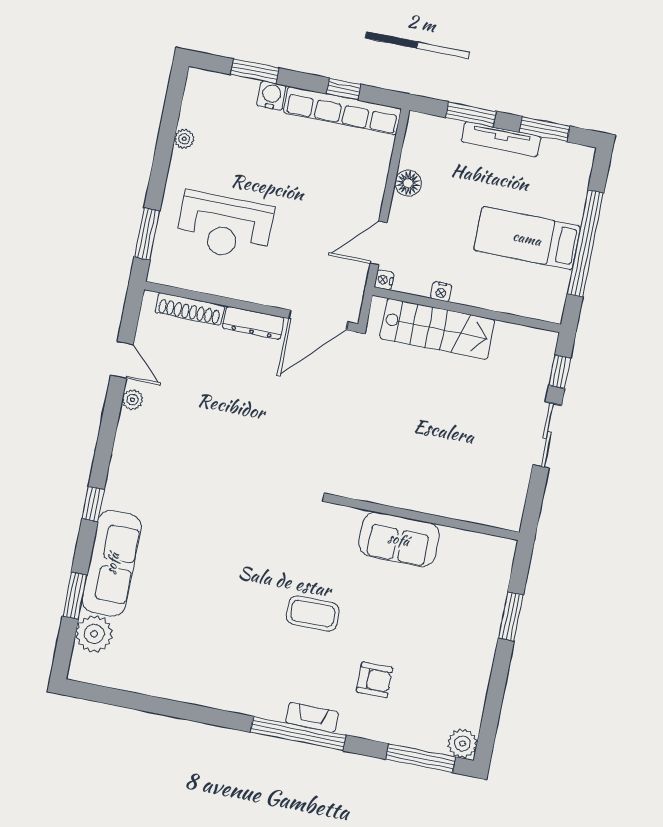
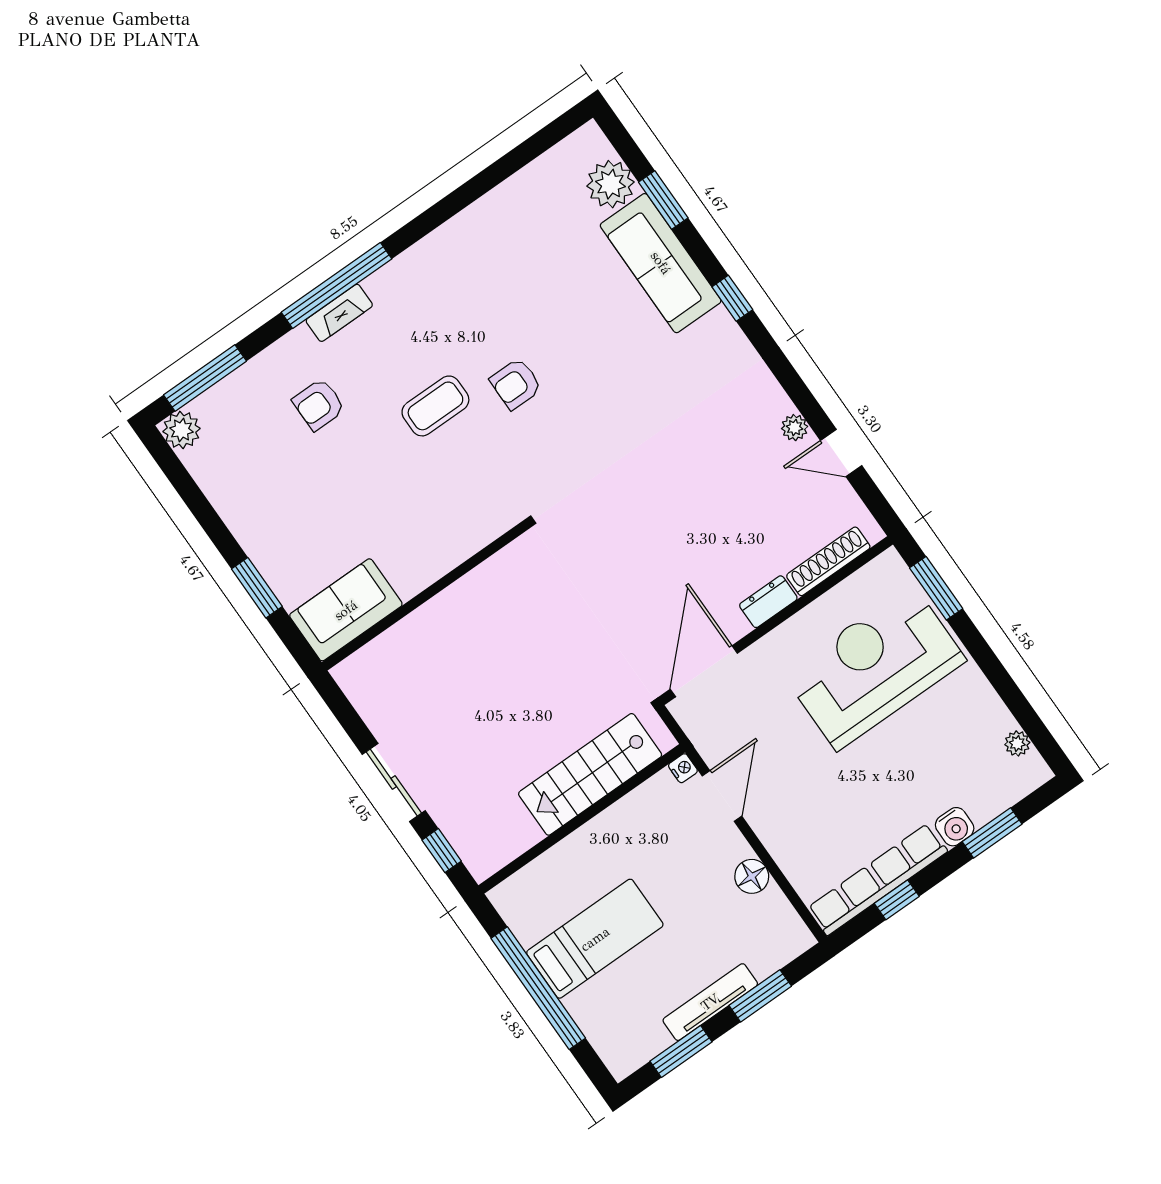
plant: (184, 139) -> (1017, 743), moved
reception desk: (225, 226) -> (874, 667), width x1.36, depth x1.30
nightstand: (441, 292) -> (621, 811), removed
dresser: (253, 323) -> (768, 602), width x0.70
sofa: (399, 539) -> (346, 610), moved
armchair: (257, 580) -> (516, 384), added

